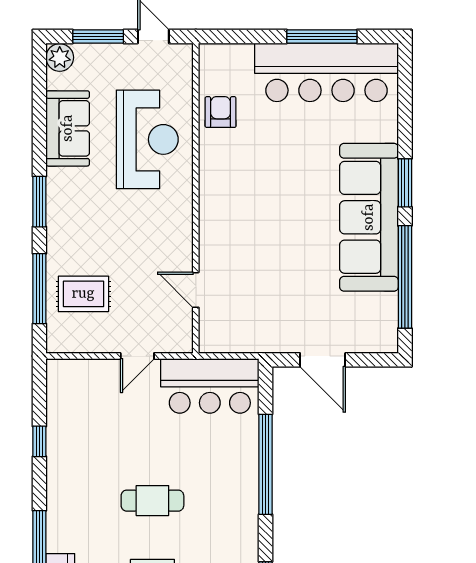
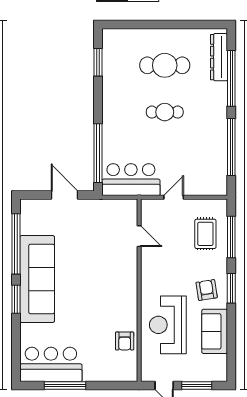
plant: (60, 57) -> (219, 373), removed
bar counter: (326, 72) -> (51, 364), width x0.73
armchair: (81, 199) -> (207, 290), added
rug: (83, 294) -> (205, 234), turned 90
window: (39, 441) -> (231, 147), width x3.17
window: (266, 464) -> (98, 153), moved

